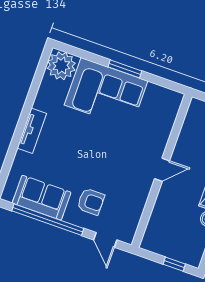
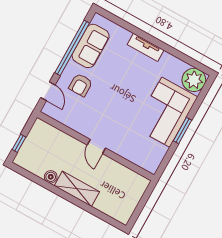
door: (105, 240) -> (48, 91), swing flipped

